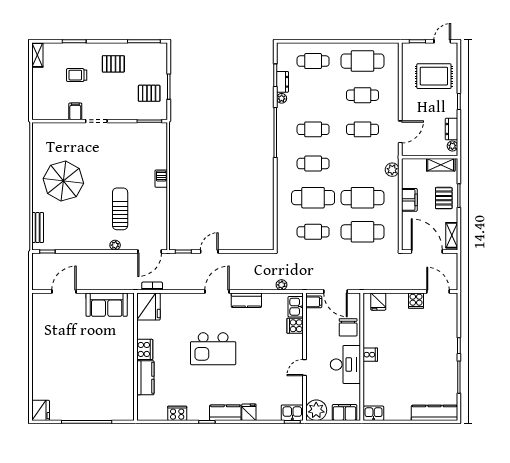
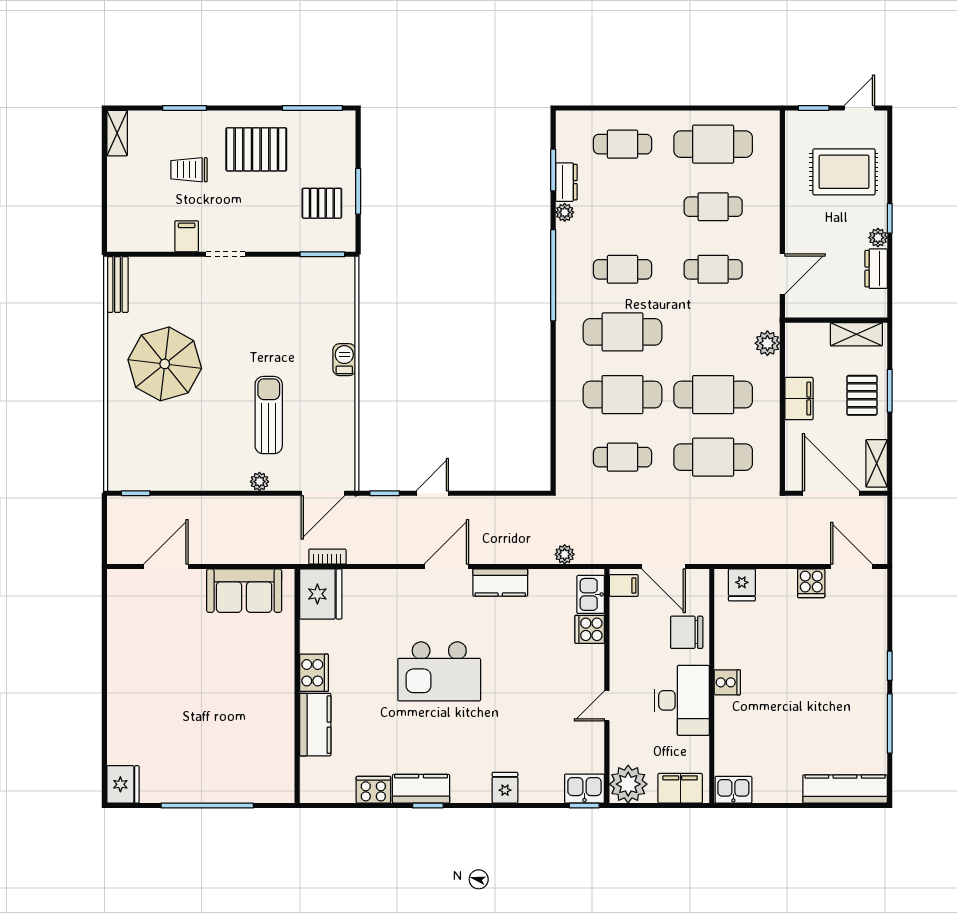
pallet: (113, 64) -> (256, 149), width x1.50, depth x1.42
plant: (452, 146) -> (878, 238), moved
cafe table: (313, 164) -> (622, 332), width x1.37, depth x1.35
bench: (38, 228) -> (117, 285), moved
chair: (348, 327) -> (687, 632), turned 90
kitchen counter: (225, 413) -> (421, 789), moved

